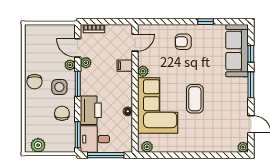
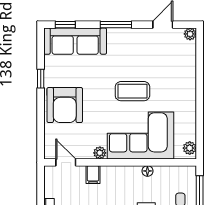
armchair: (183, 42) -> (65, 105), width x1.88, depth x1.88
window: (251, 54) -> (65, 25), moved

